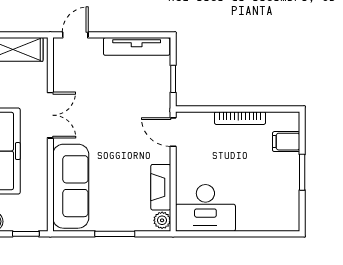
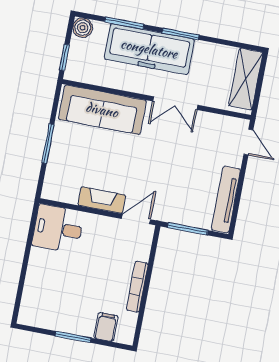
window: (173, 79) -> (188, 229), width x1.50
fireplace: (161, 187) -> (102, 200), moved
desk: (205, 208) -> (58, 229), width x0.73
plant: (162, 220) -> (52, 192), removed

